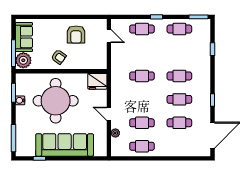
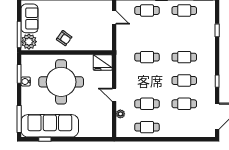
armchair: (76, 34) -> (81, 16), removed
sofa: (65, 145) -> (50, 126), moved

